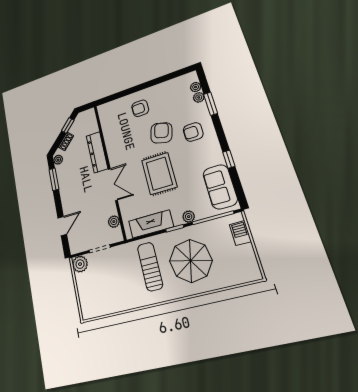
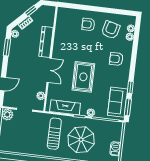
window: (211, 104) -> (128, 107), moved
armchair: (161, 133) -> (111, 30), moved
barbecue: (240, 233) -> (115, 149), moved

